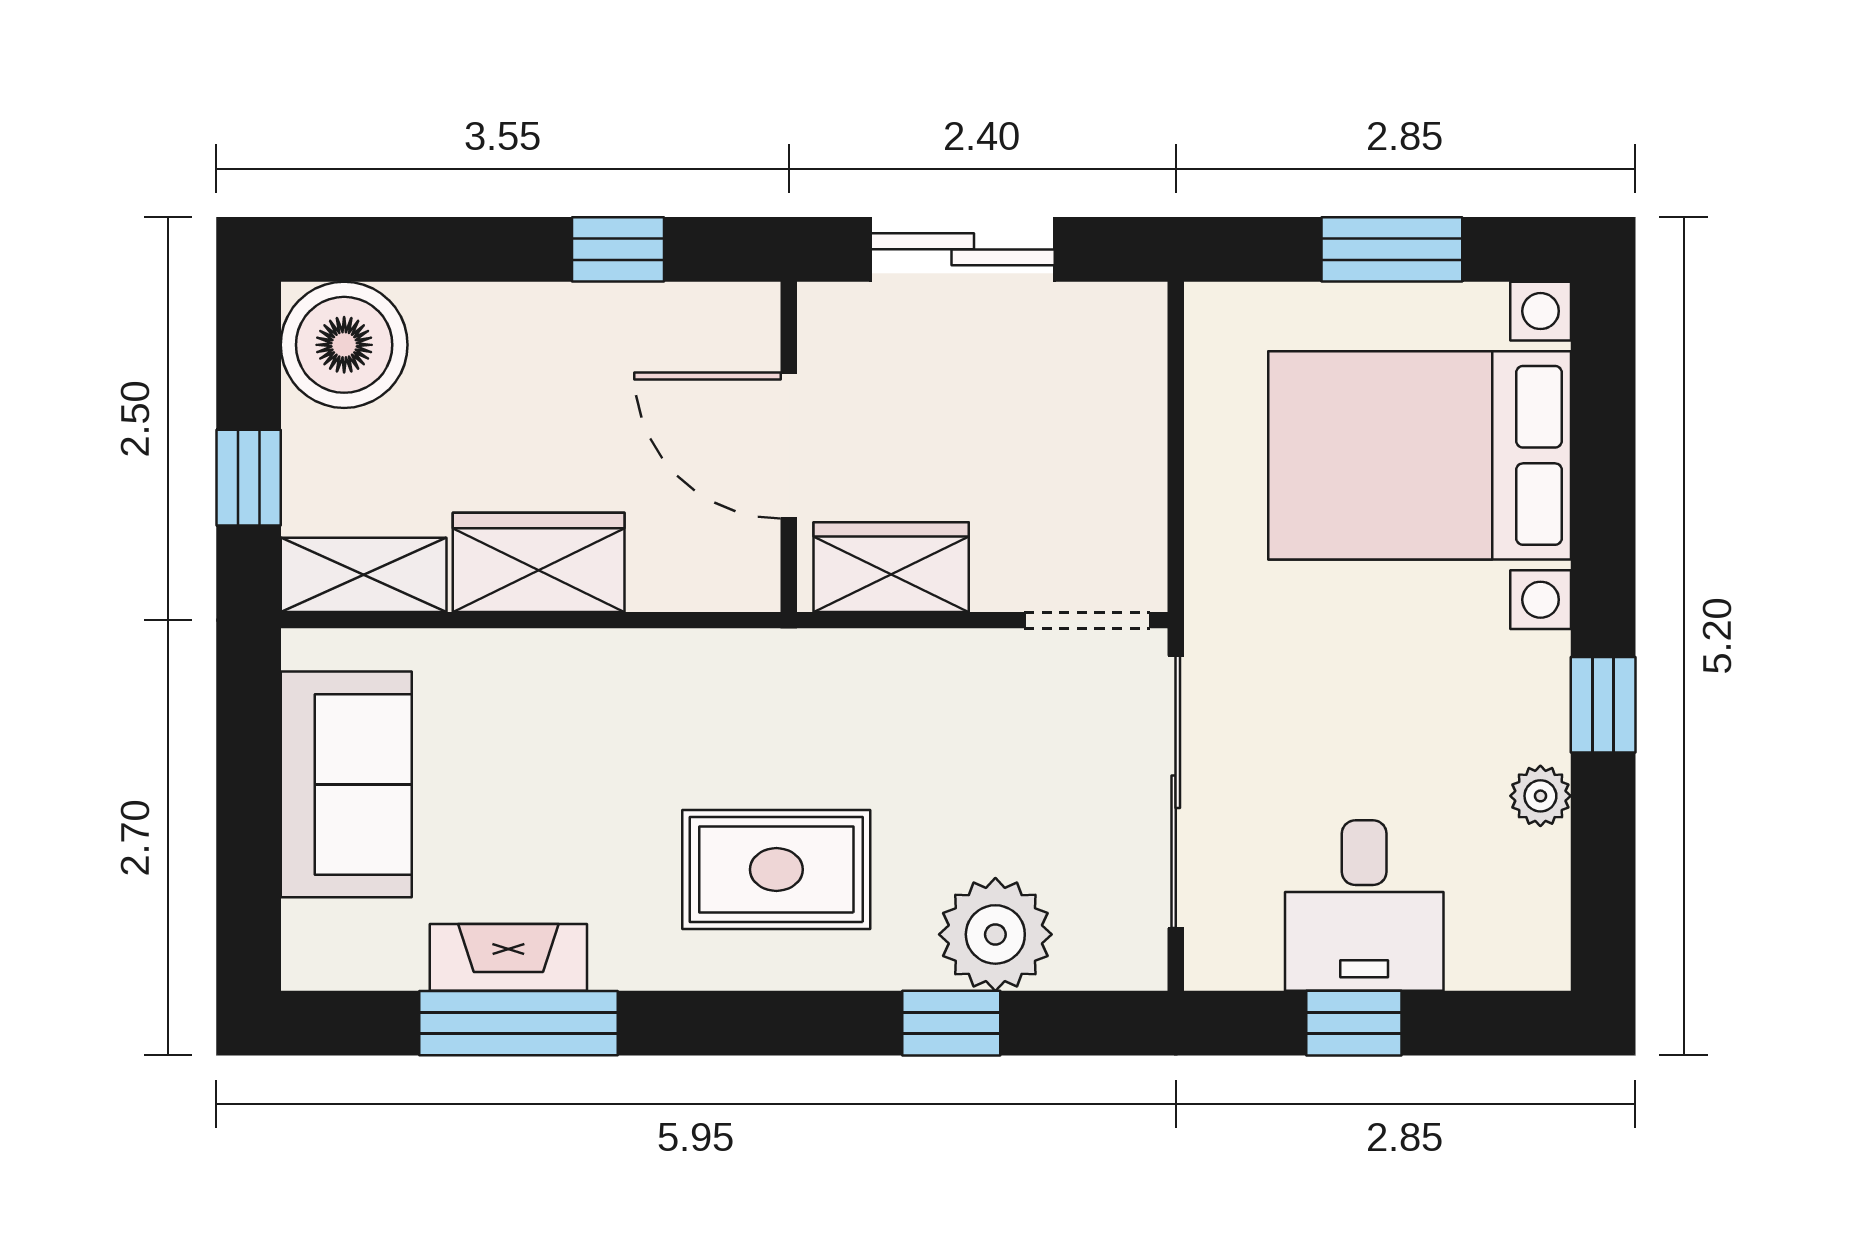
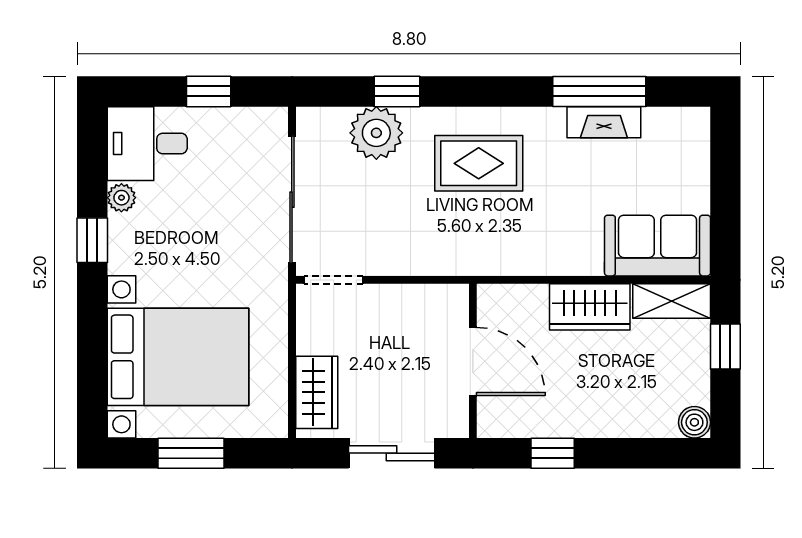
boiler: (344, 345) -> (694, 422), width x0.54, depth x0.54
wardrobe: (891, 567) -> (317, 392), moved, turned -90
sofa: (346, 784) -> (657, 246), moved, turned 90
desk: (1364, 906) -> (147, 144), moved, turned -90

